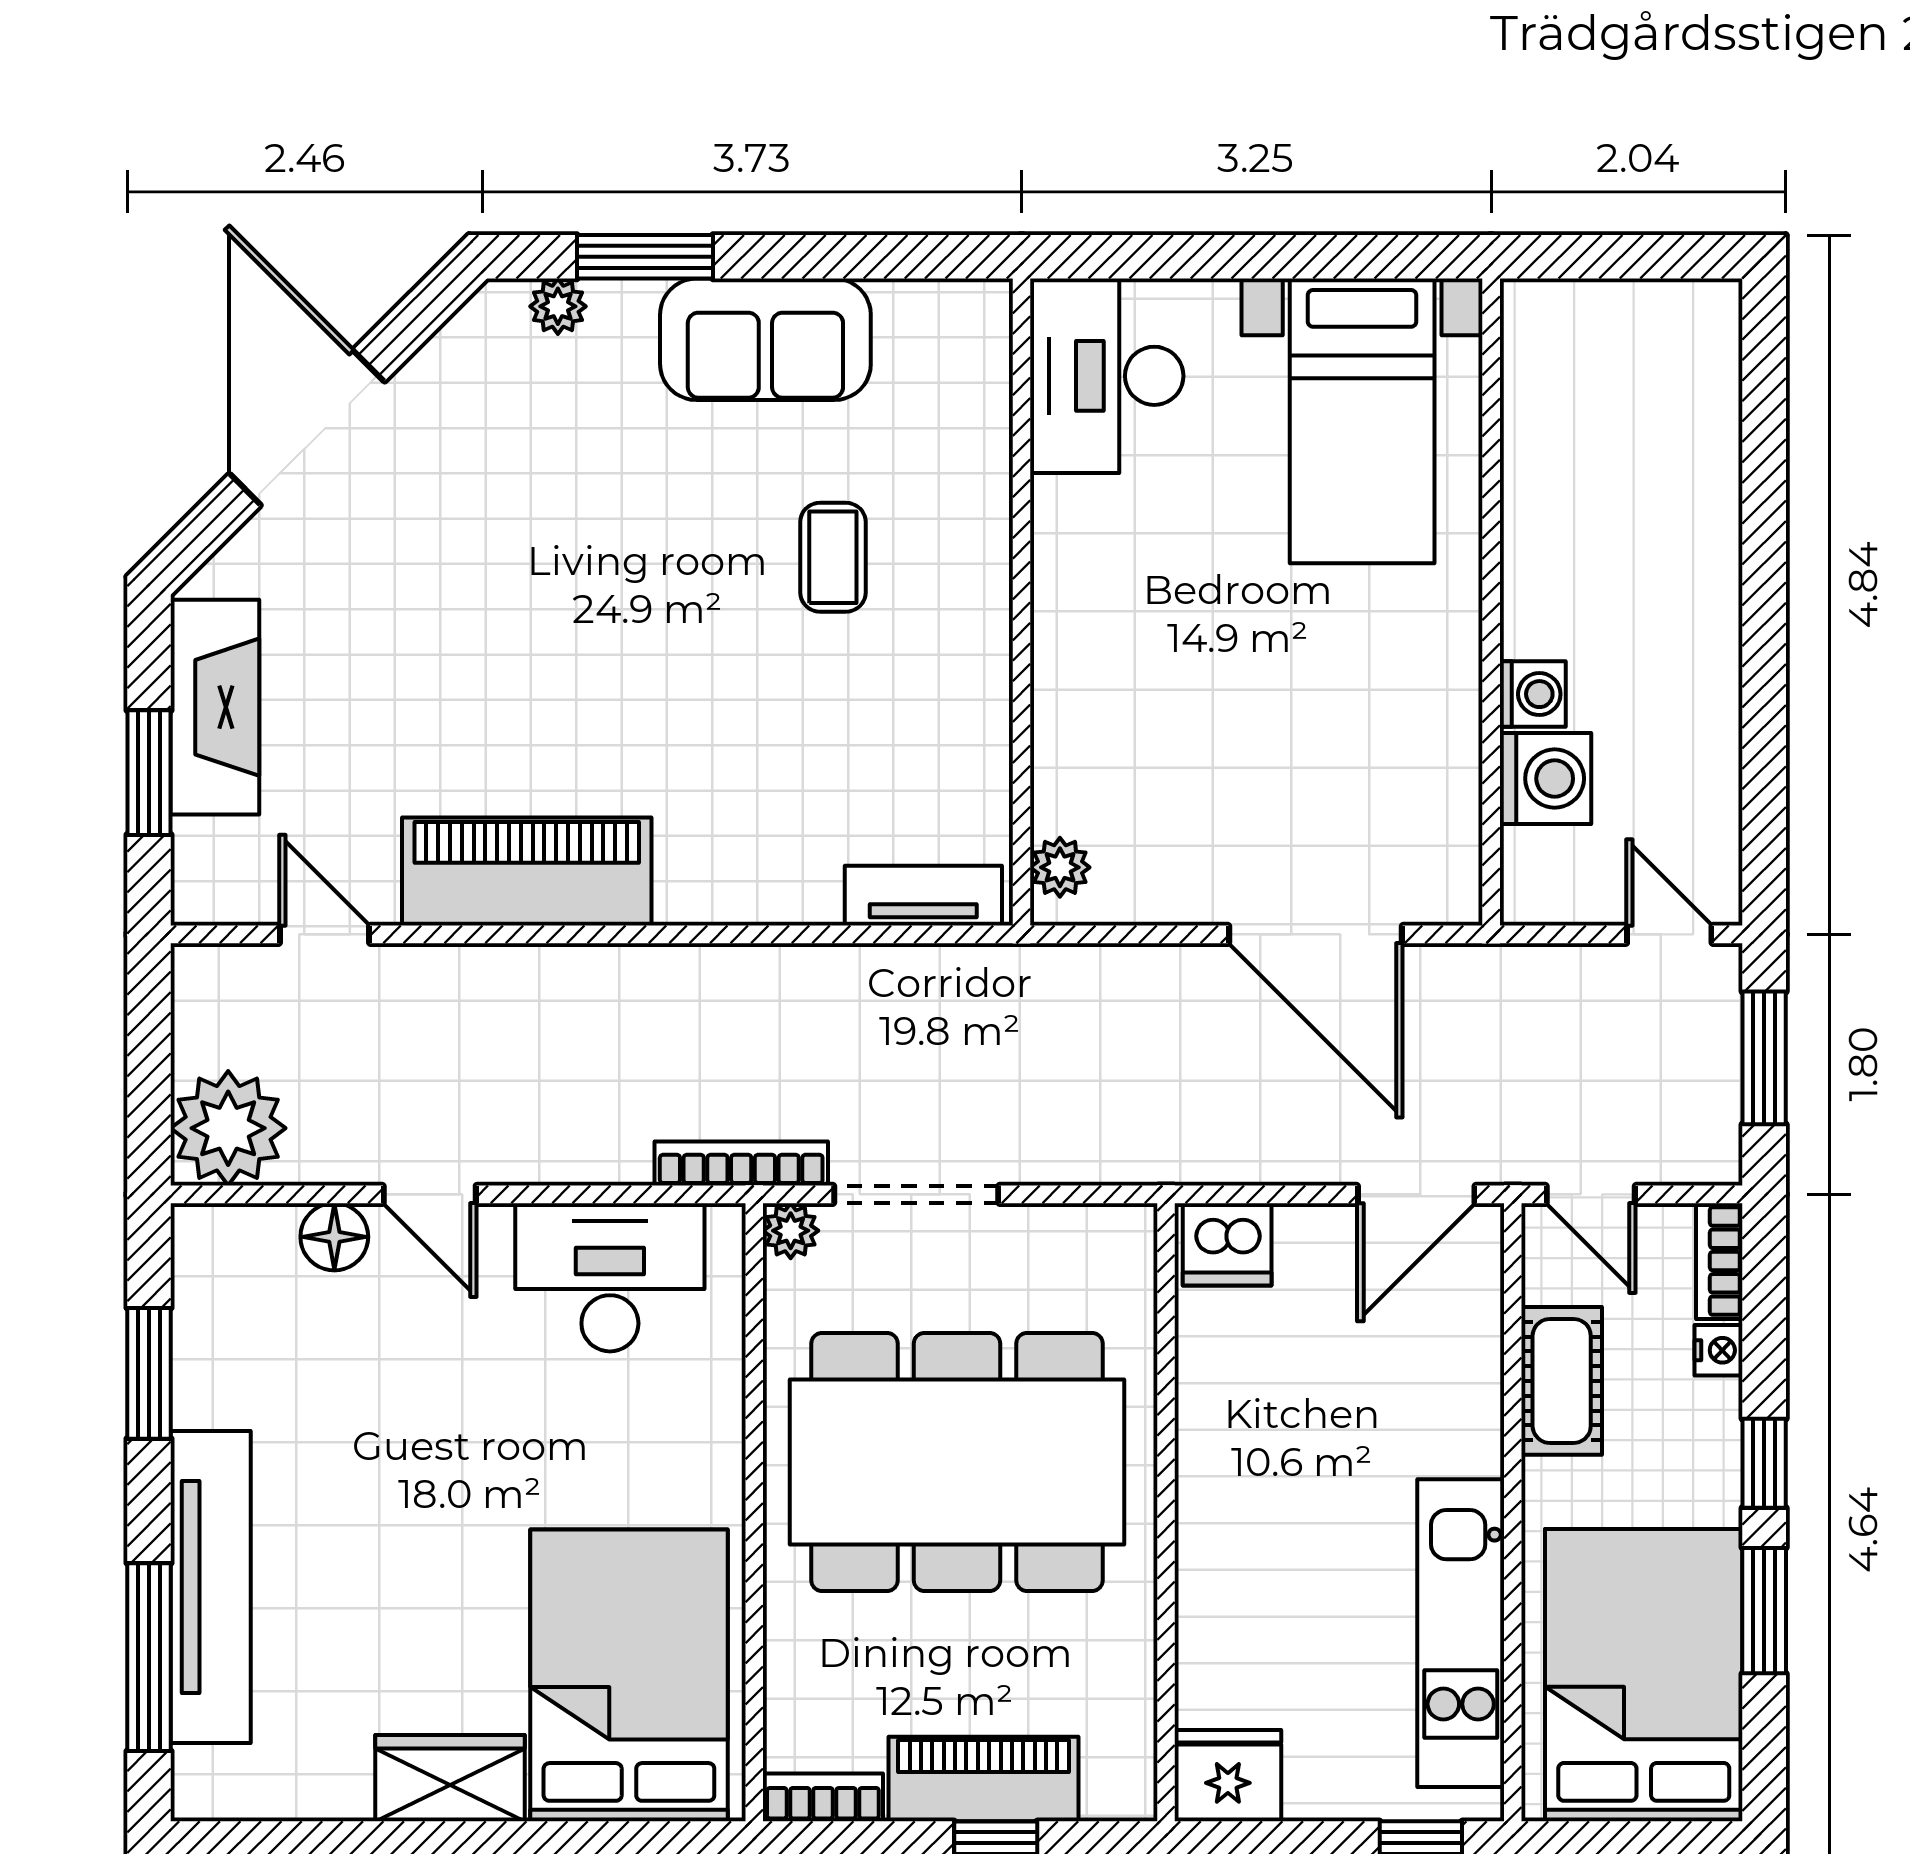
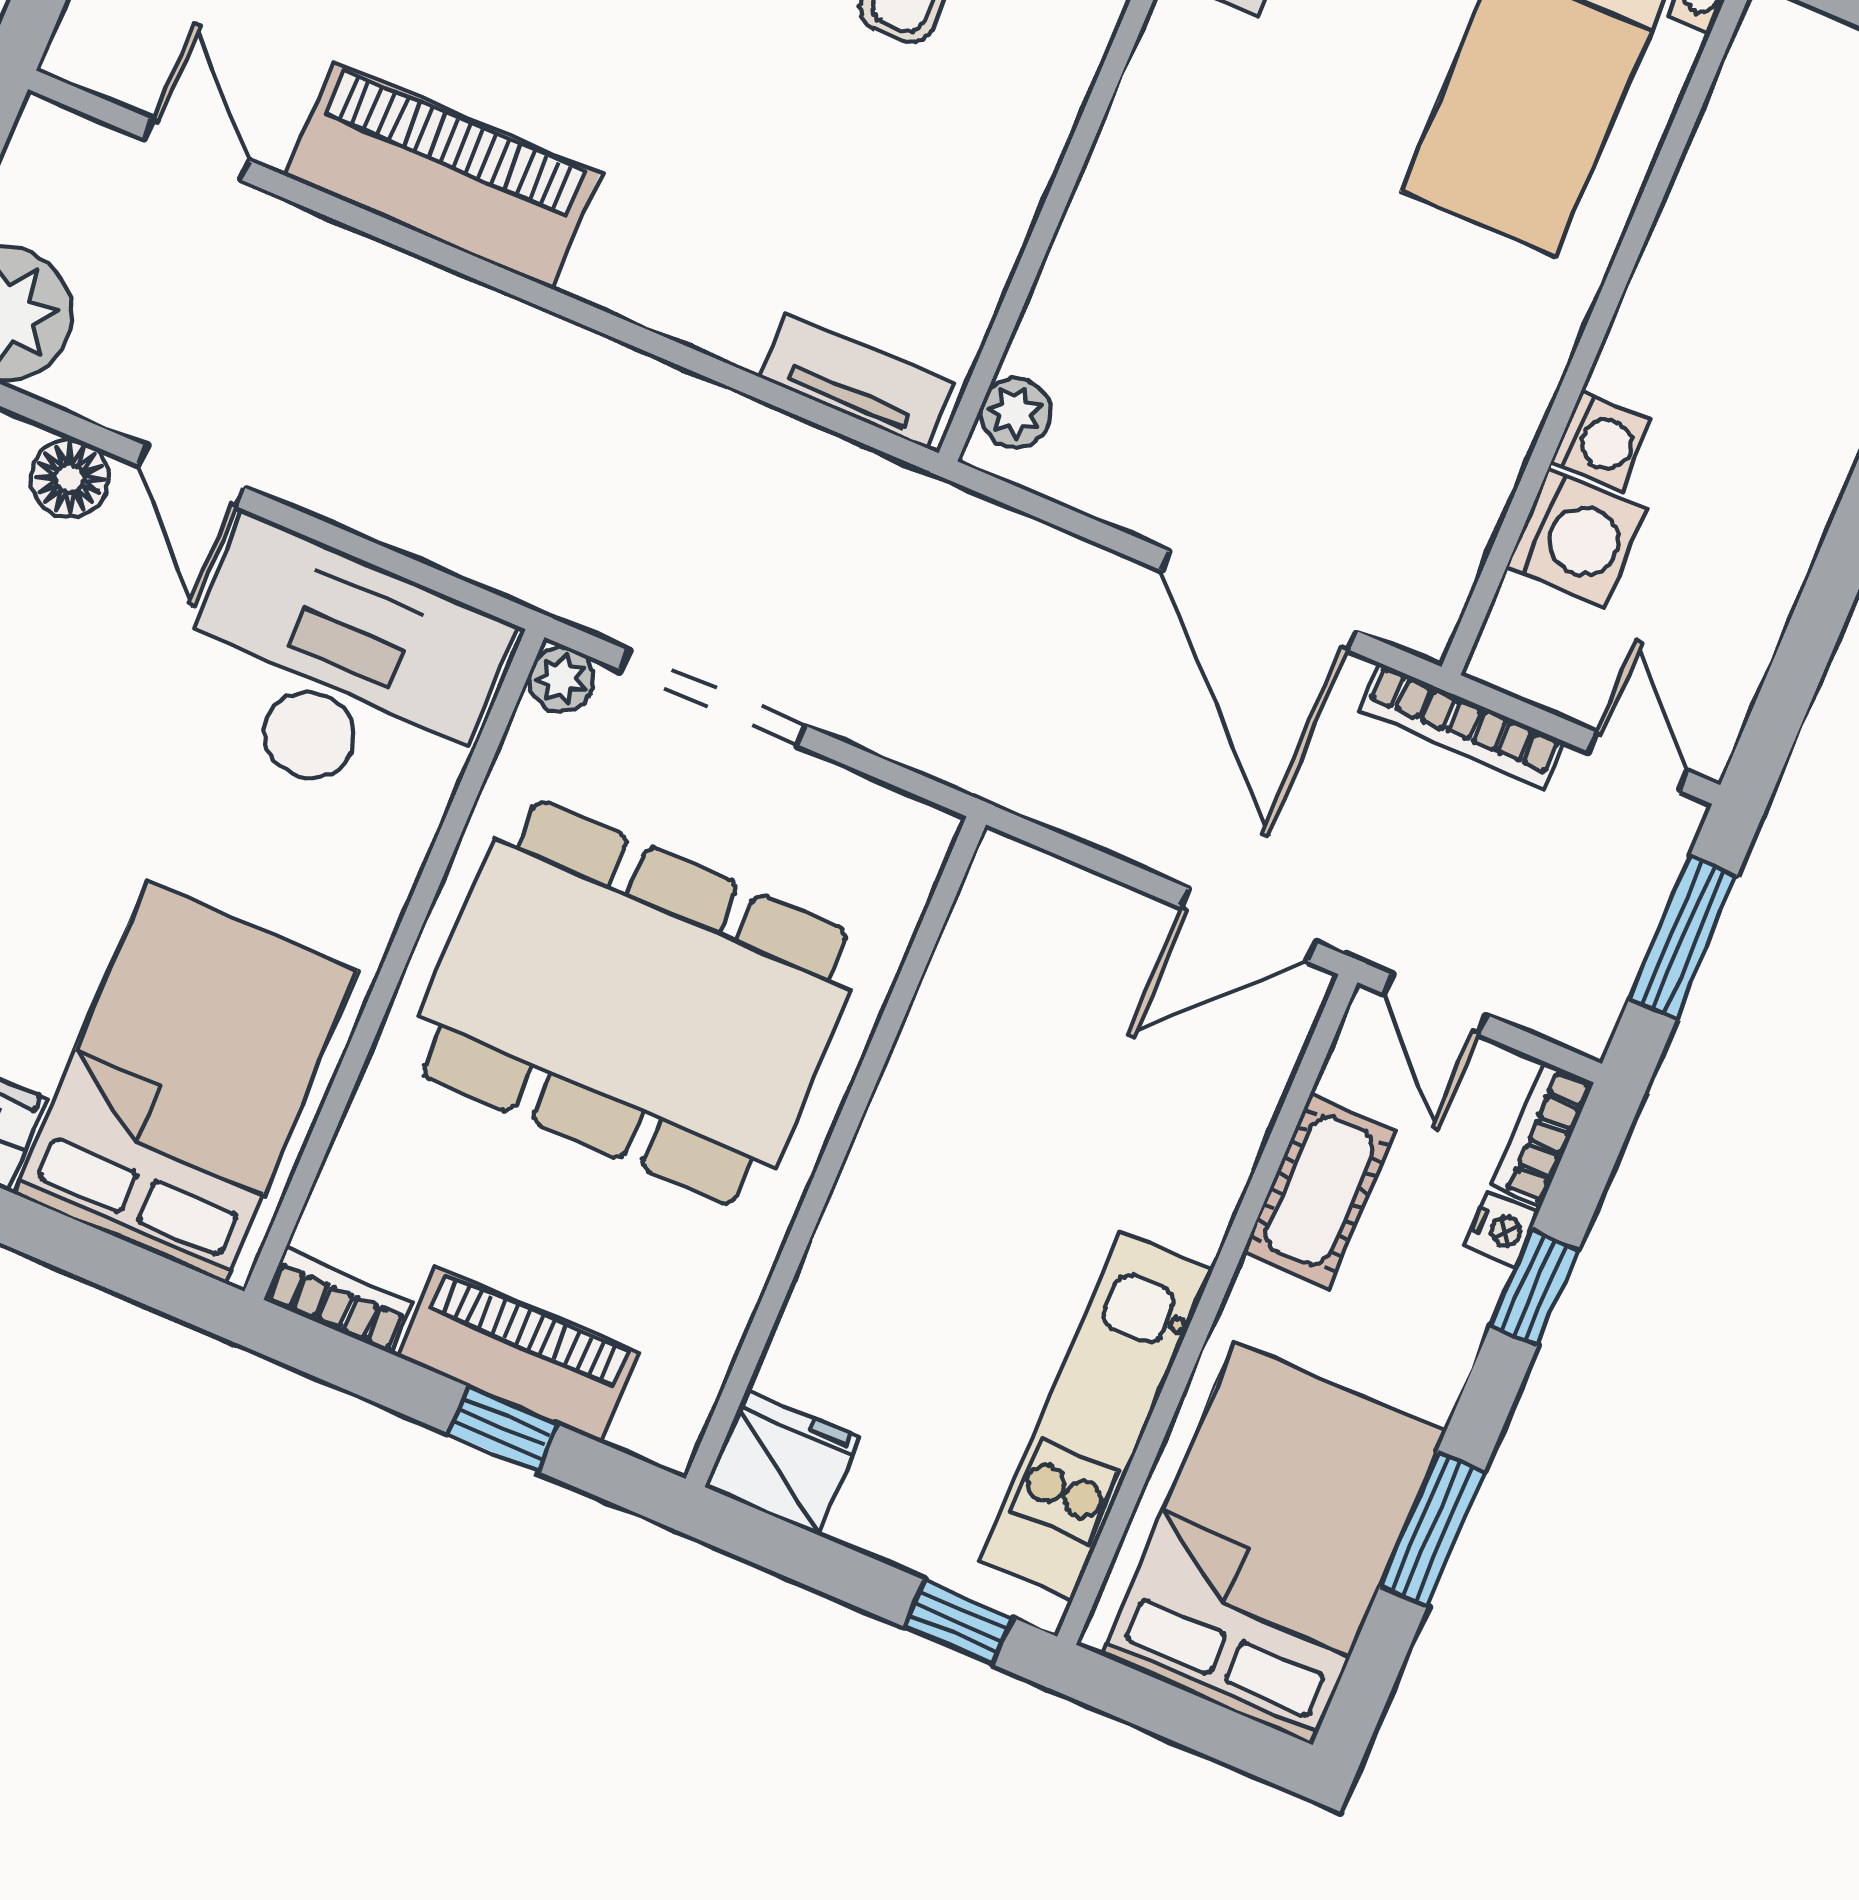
bookcase: (741, 1164) -> (1462, 726), moved, turned 180
dishwasher: (1227, 1244) -> (1023, 892), removed
desk: (610, 1277) -> (337, 671), width x1.36, depth x1.30
window: (1764, 1463) -> (1534, 1288), moved

